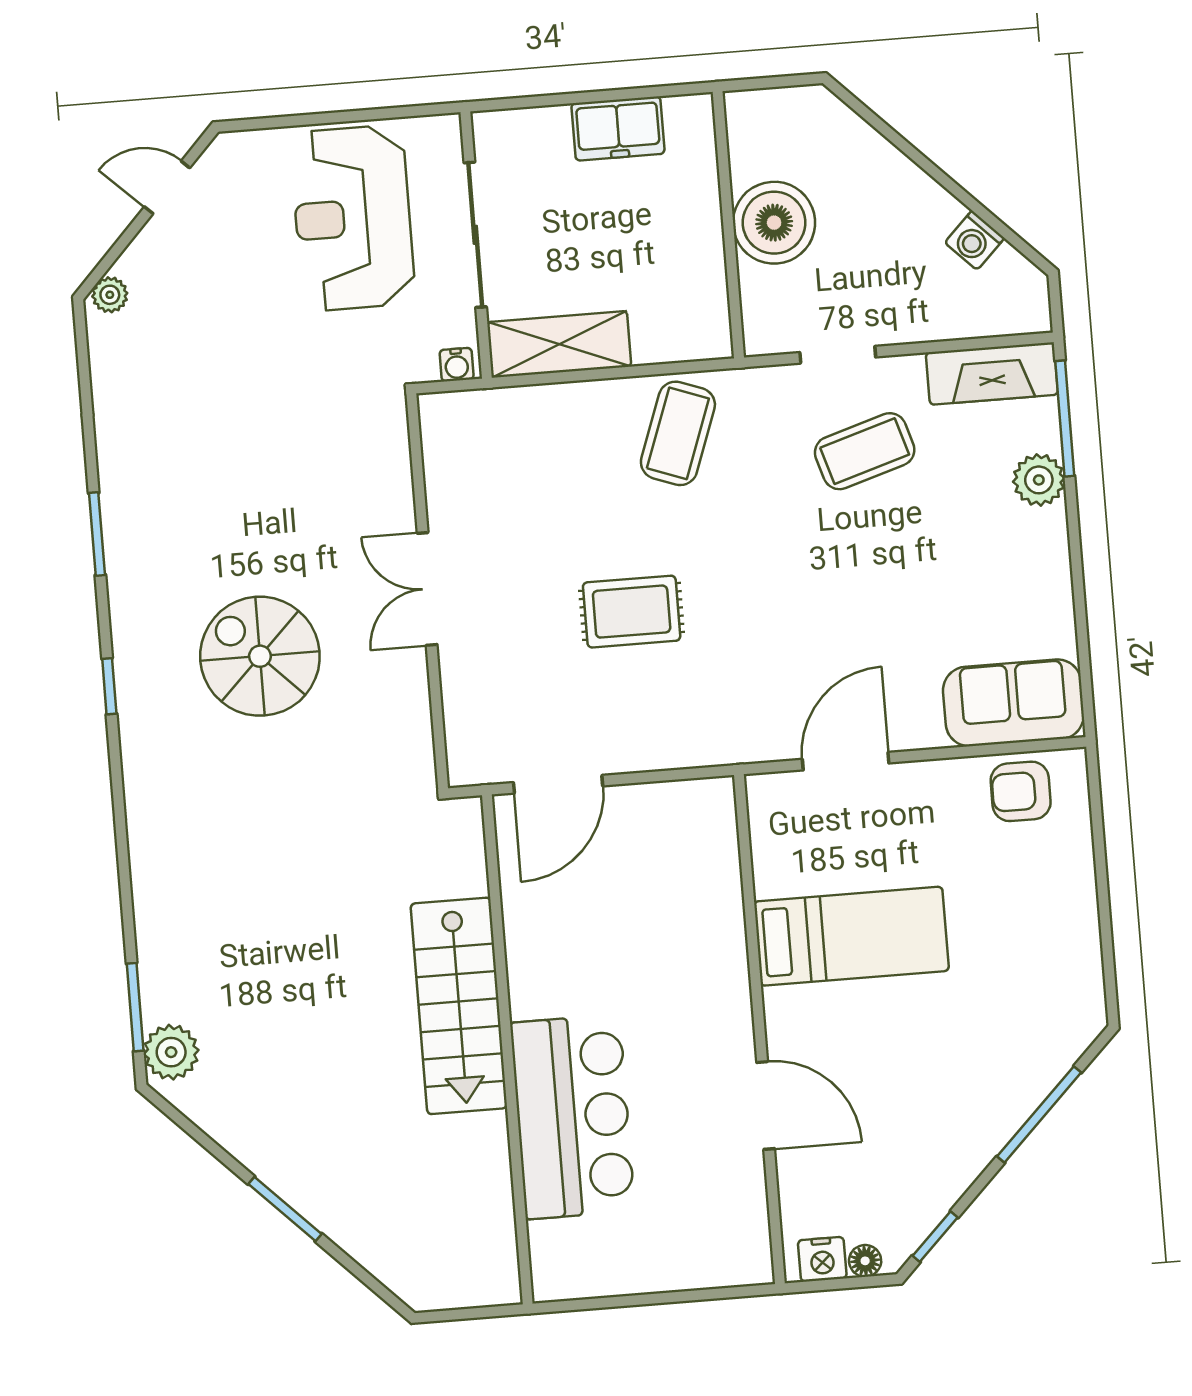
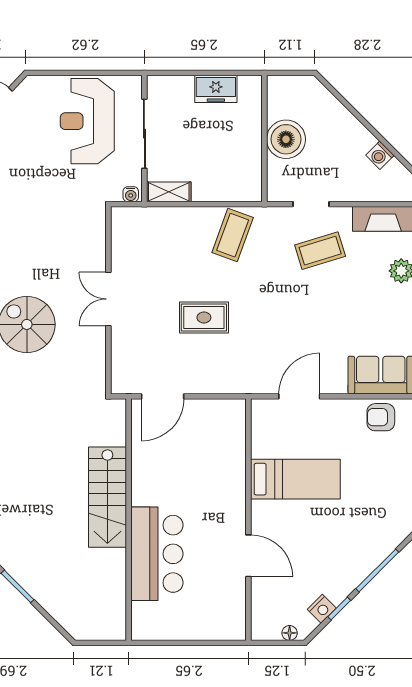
shelving: (559, 344) -> (169, 192), width x0.67, depth x0.75
window: (935, 1237) -> (339, 609), moved
nightstand: (822, 1259) -> (322, 609), moved, turned -45

